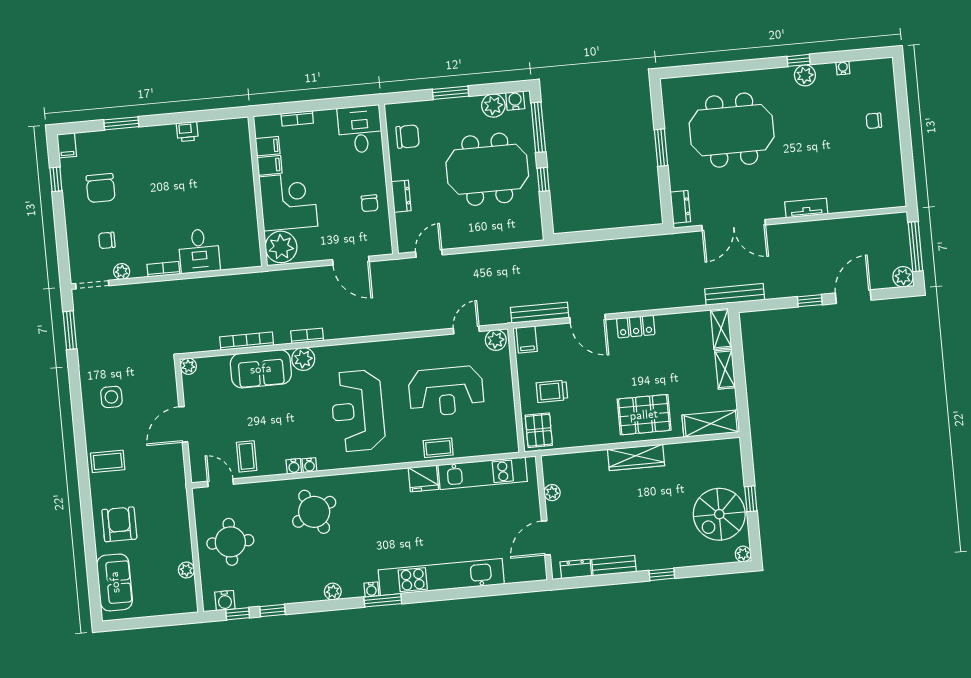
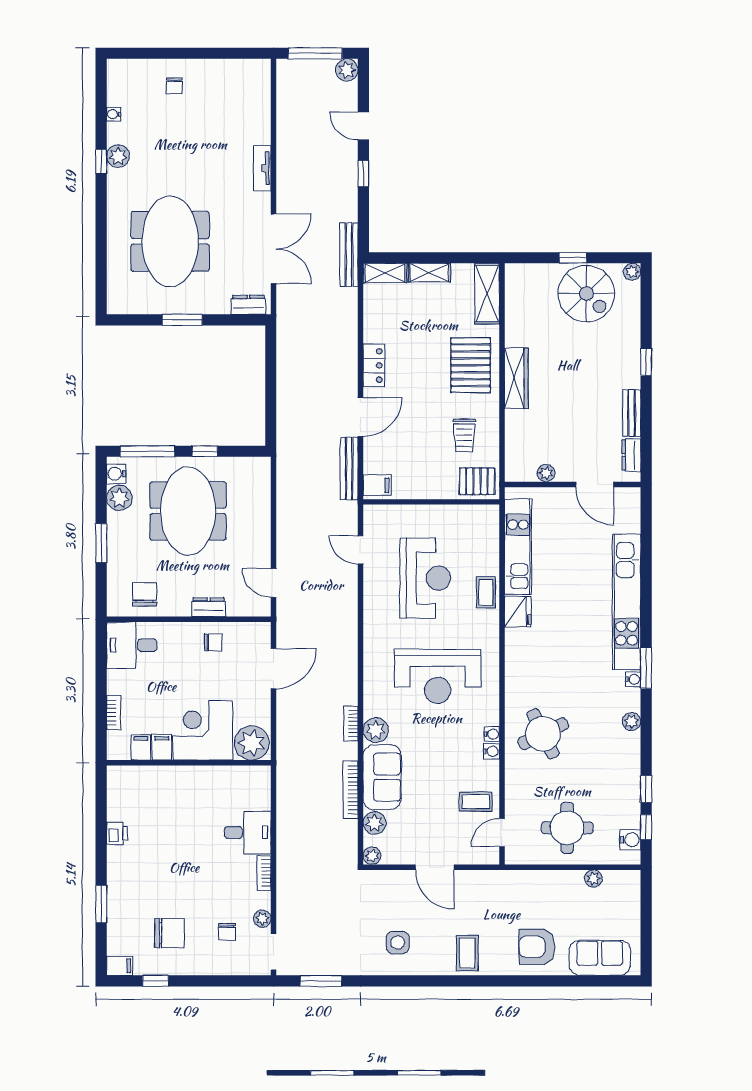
door: (853, 297) -> (363, 126), width x0.73
plant: (496, 340) -> (375, 823), moved
trolley: (552, 391) -> (464, 435), moved

